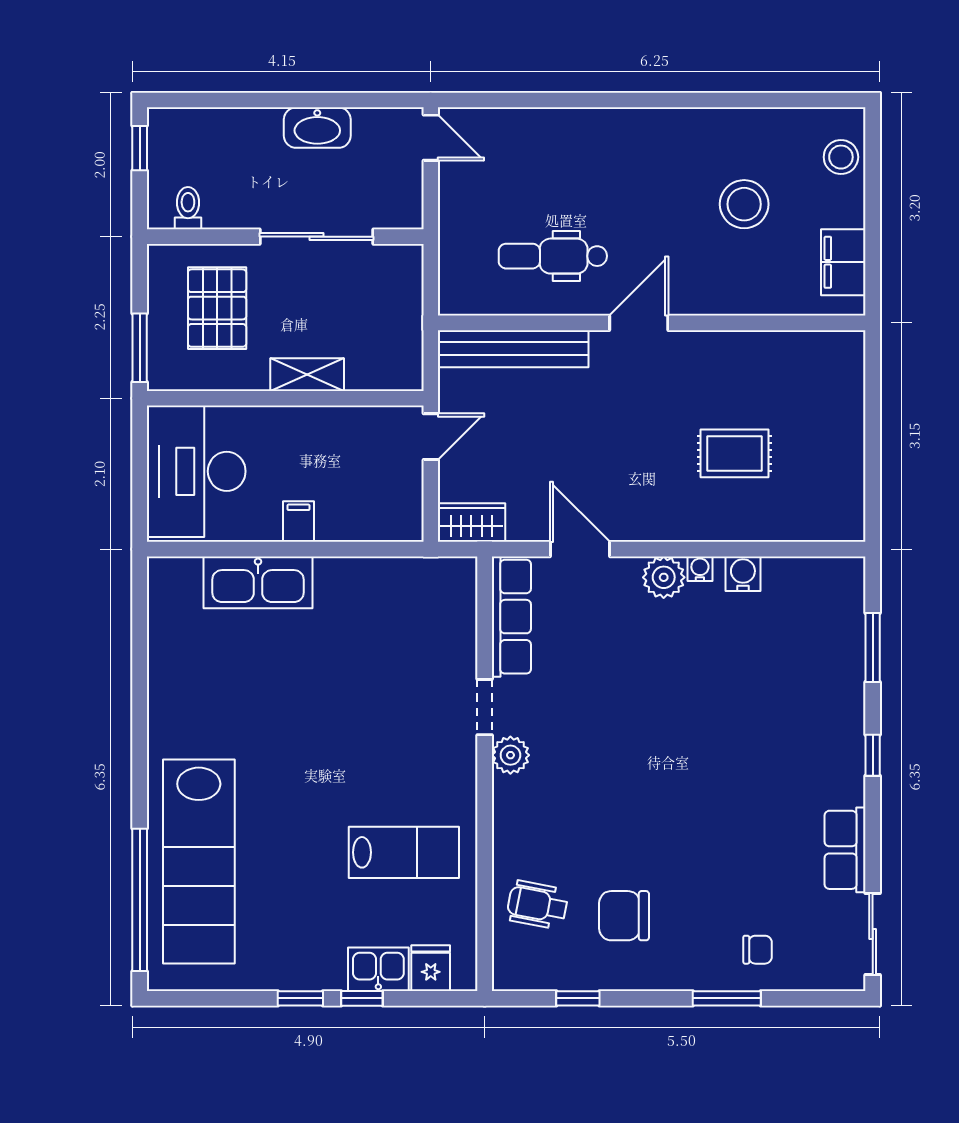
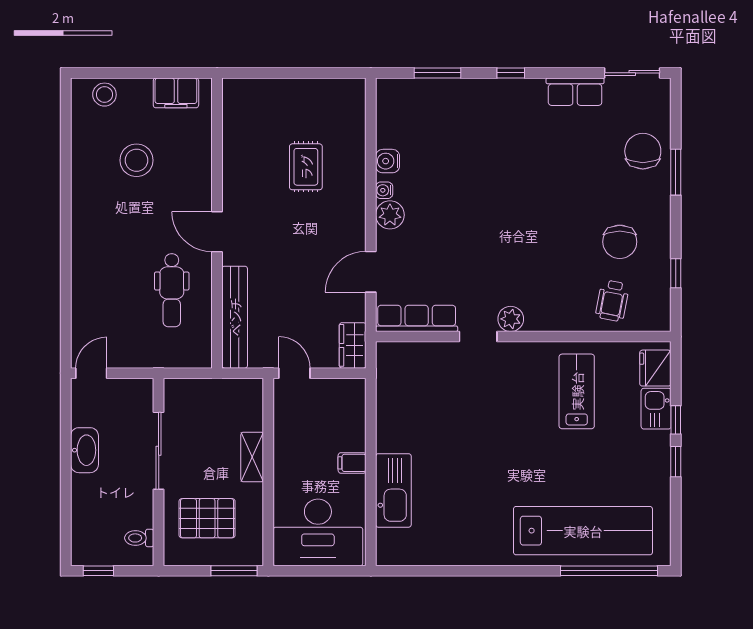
chair: (758, 950) -> (643, 151), width x1.87, depth x1.87
fridge: (431, 968) -> (655, 368), width x1.38

